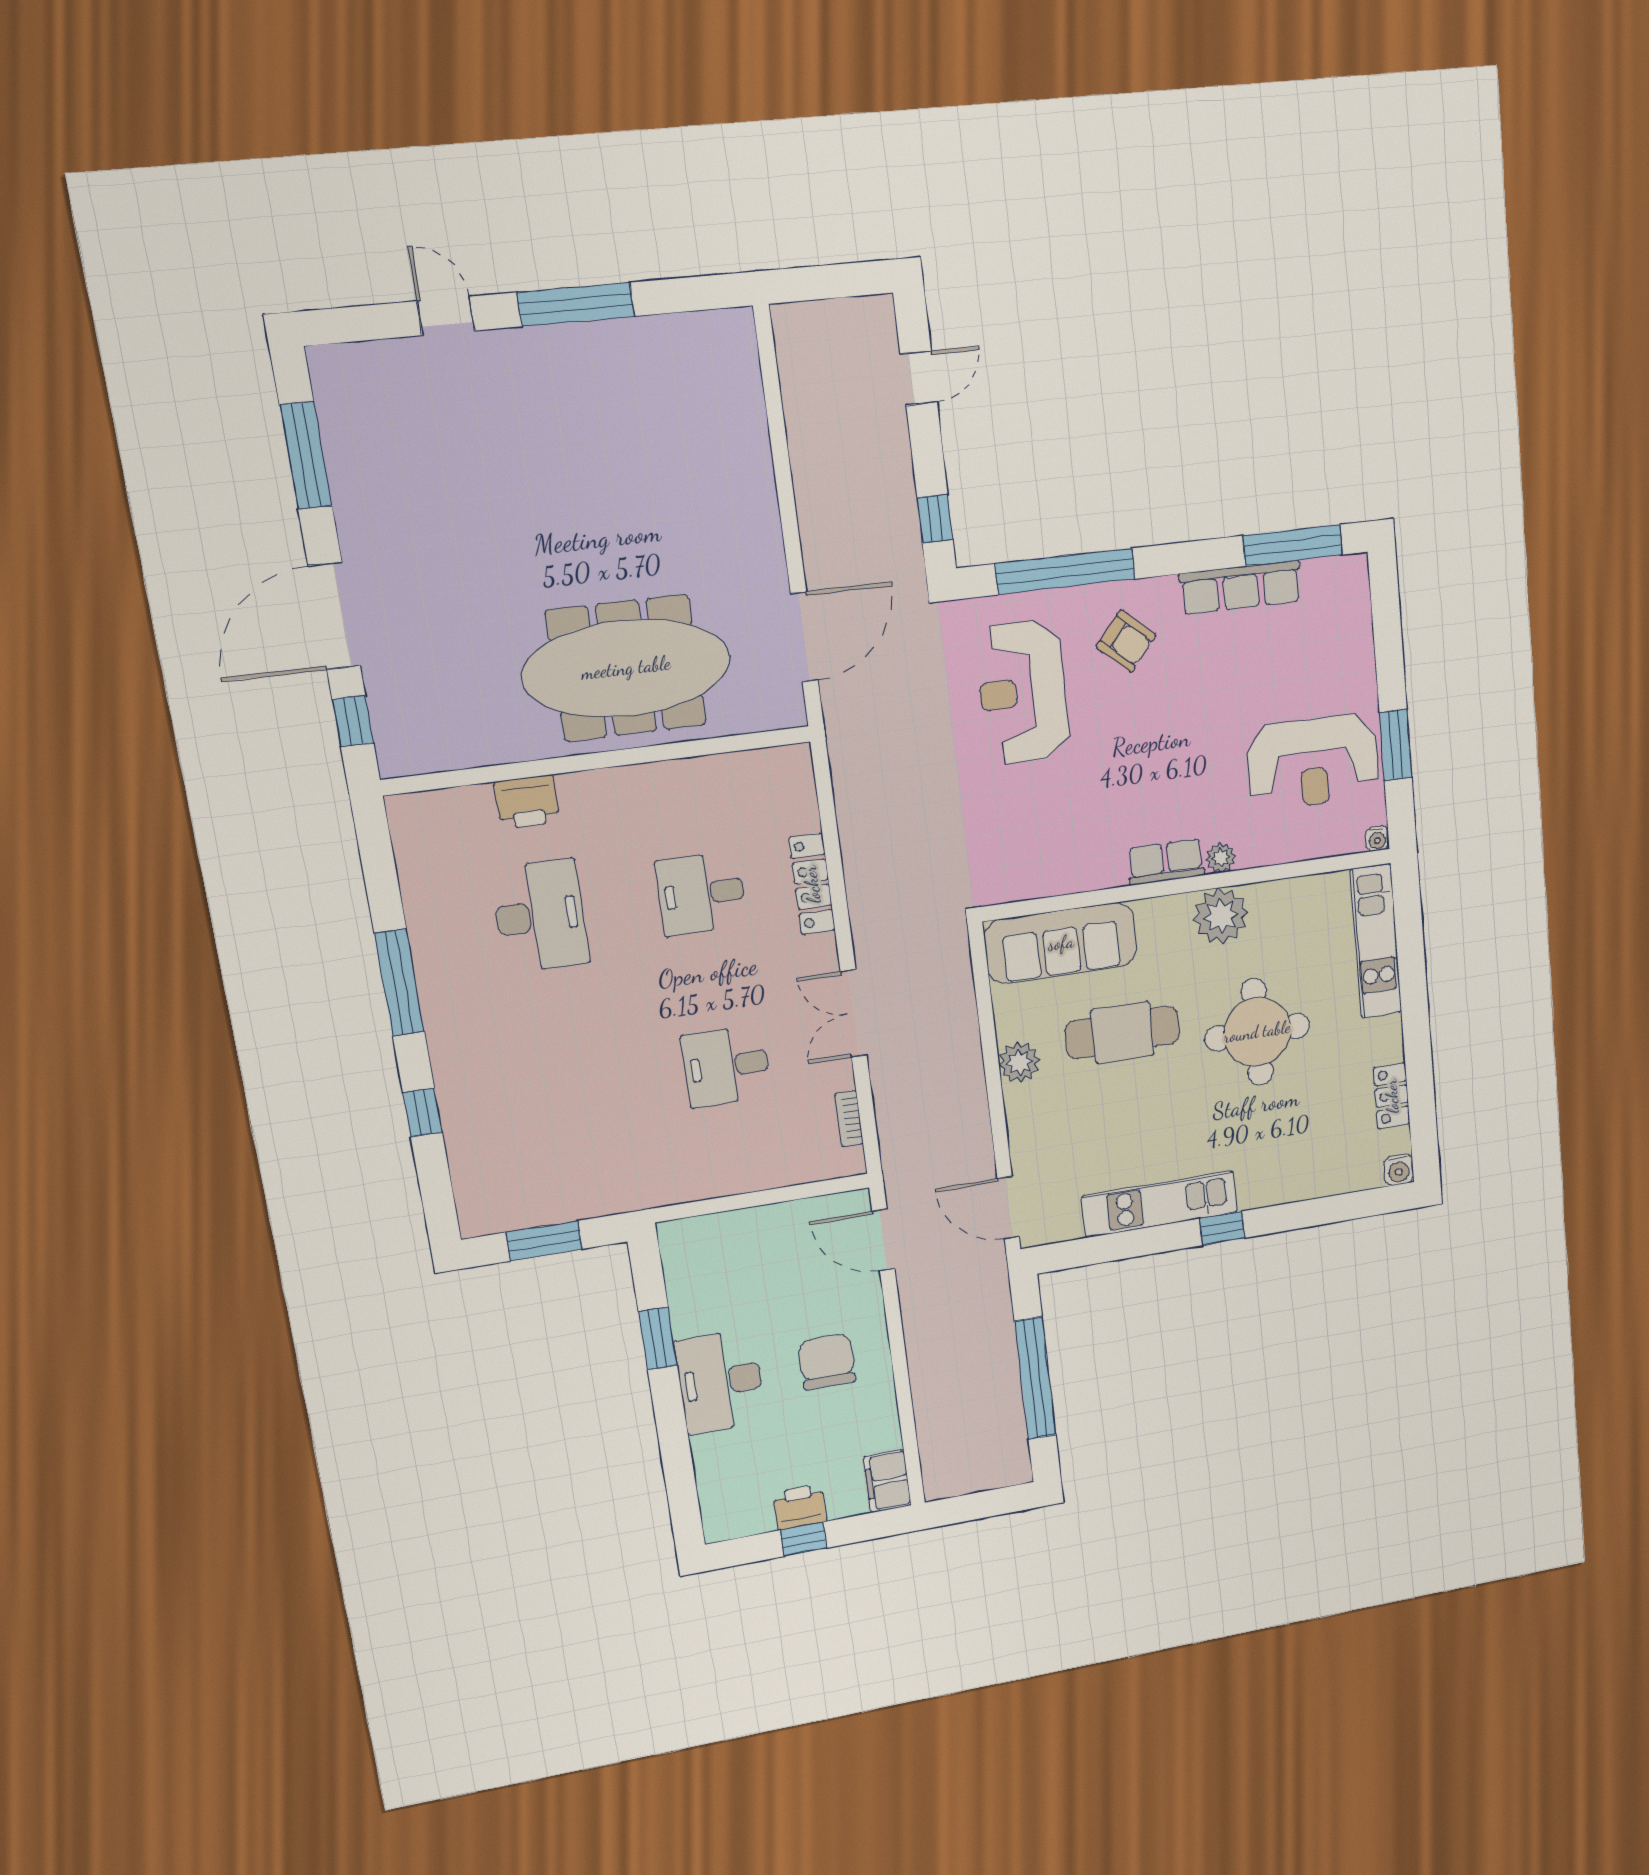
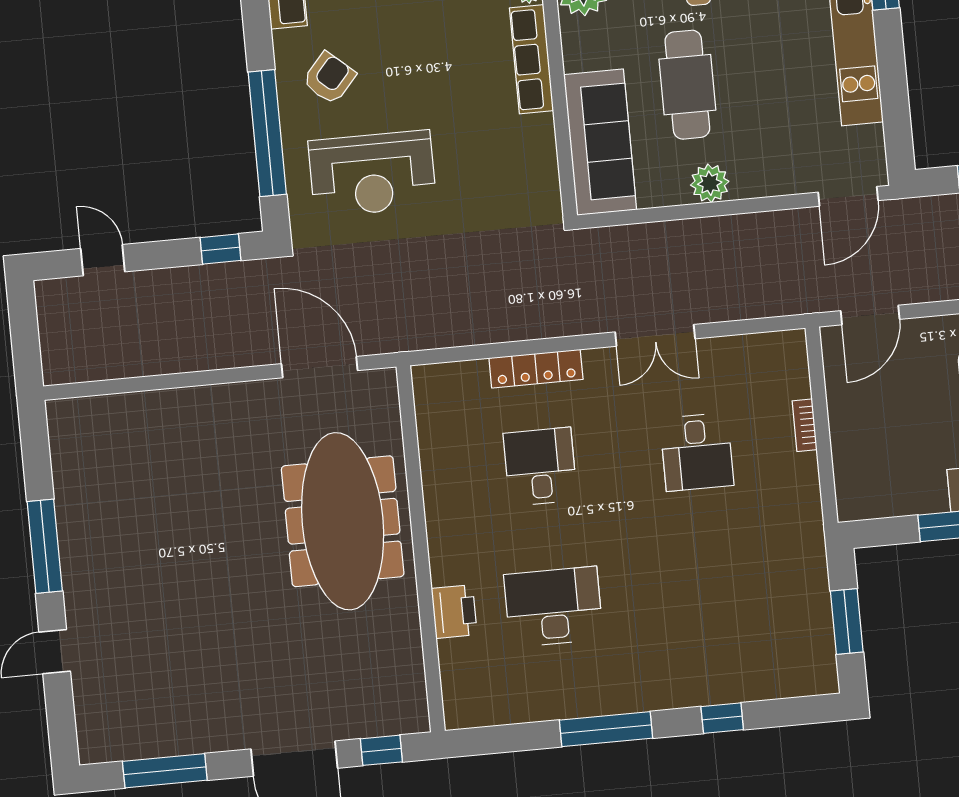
row of seats: (1166, 862) -> (531, 59), width x1.48
desk: (701, 894) -> (540, 467), turned 180
bookcase: (849, 1119) -> (805, 425), moved, turned 90

